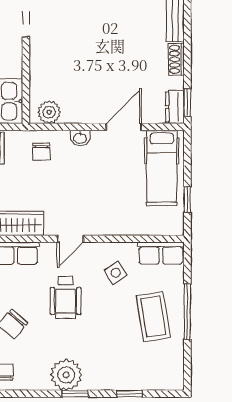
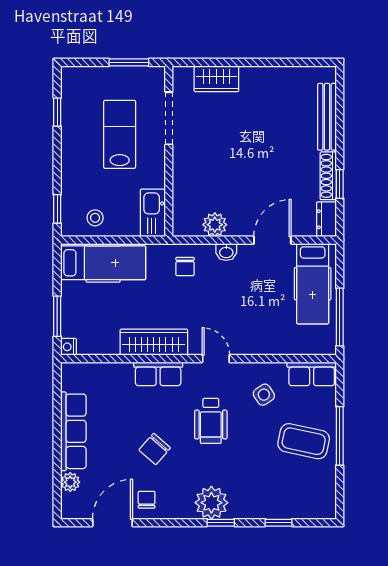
shoe rack: (176, 59) -> (328, 176), width x1.43
window: (187, 103) -> (340, 184), moved
plant: (49, 112) -> (215, 225), moved
window: (187, 200) -> (340, 317), width x2.17
door: (70, 239) -> (216, 359), swing flipped
coffee table: (153, 317) -> (304, 441), turned -69

